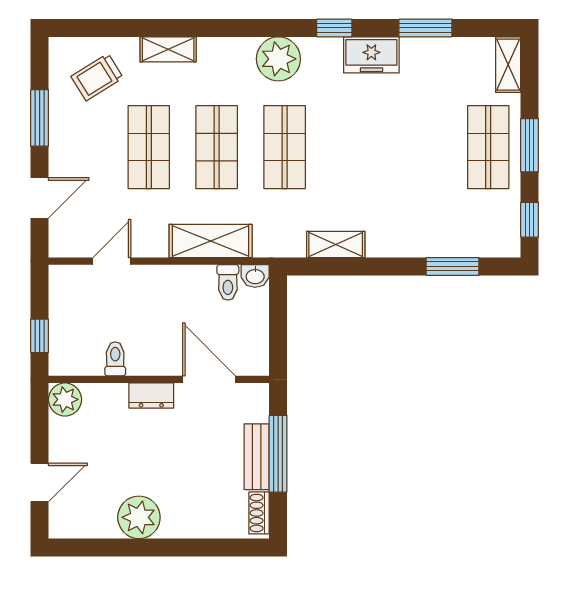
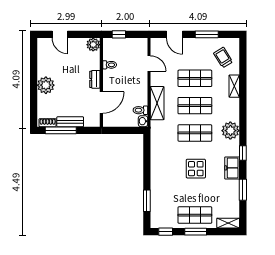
display table: (373, 145) -> (196, 169), added
shelving: (336, 244) -> (156, 154), removed
window: (278, 454) -> (61, 130), moved
plant: (139, 517) -> (46, 85), moved

